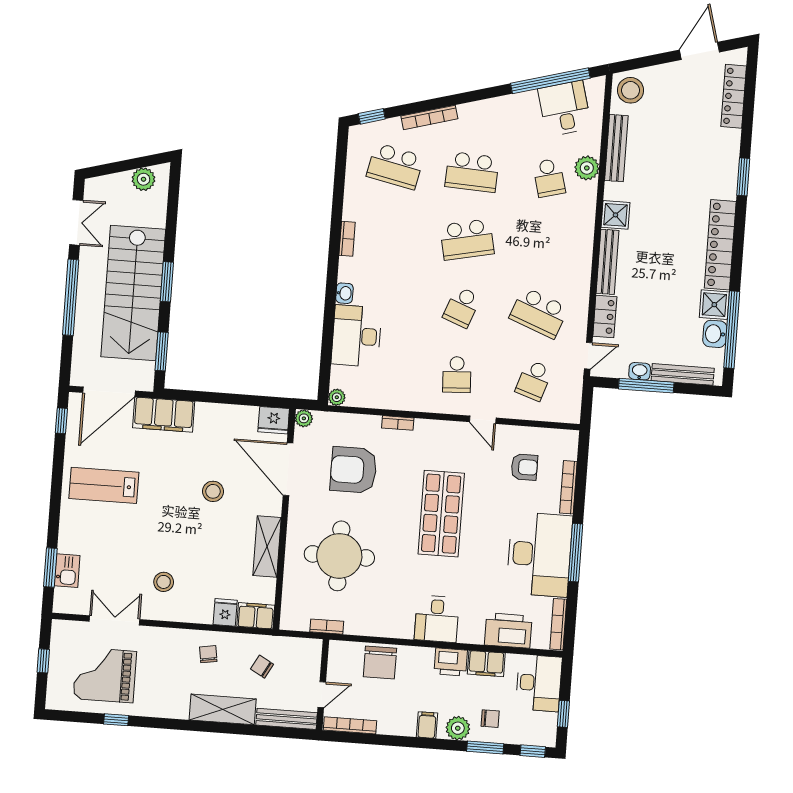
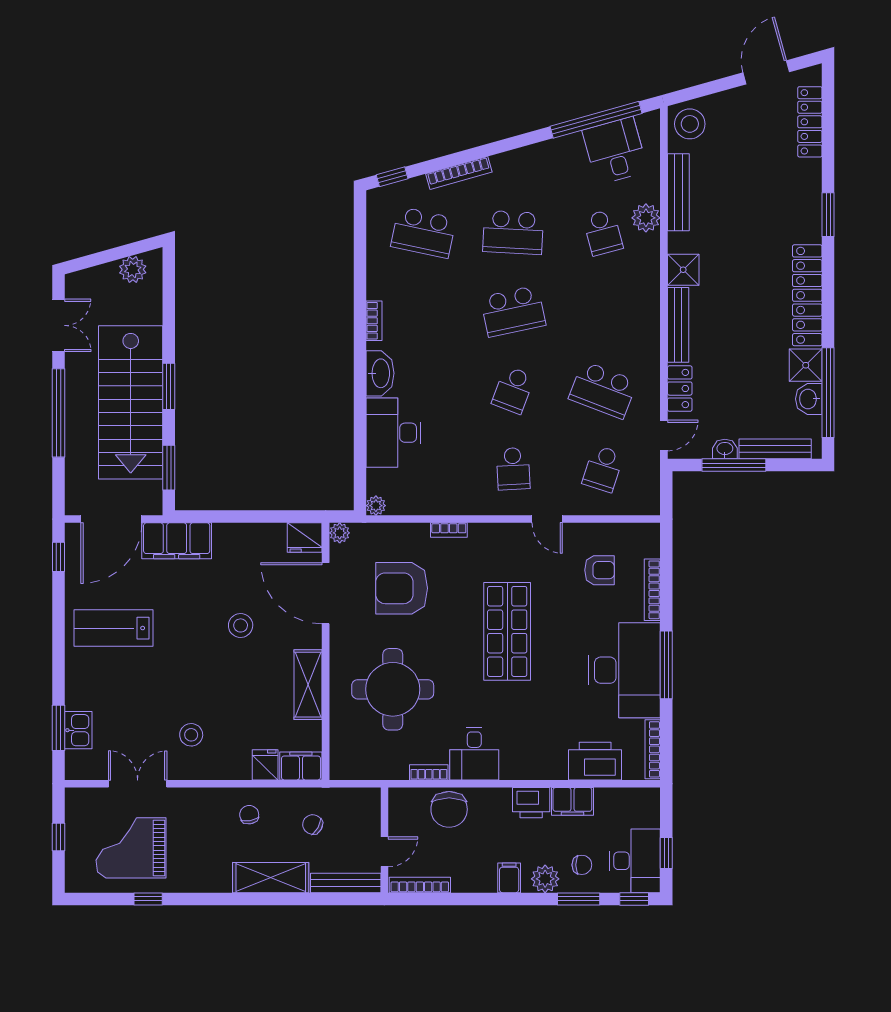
washbasin: (344, 293) -> (380, 373), width x1.91, depth x1.45
desk: (437, 619) -> (474, 754), moved
bookcase: (327, 627) -> (429, 772), moved
desk: (539, 683) -> (635, 861), moved

